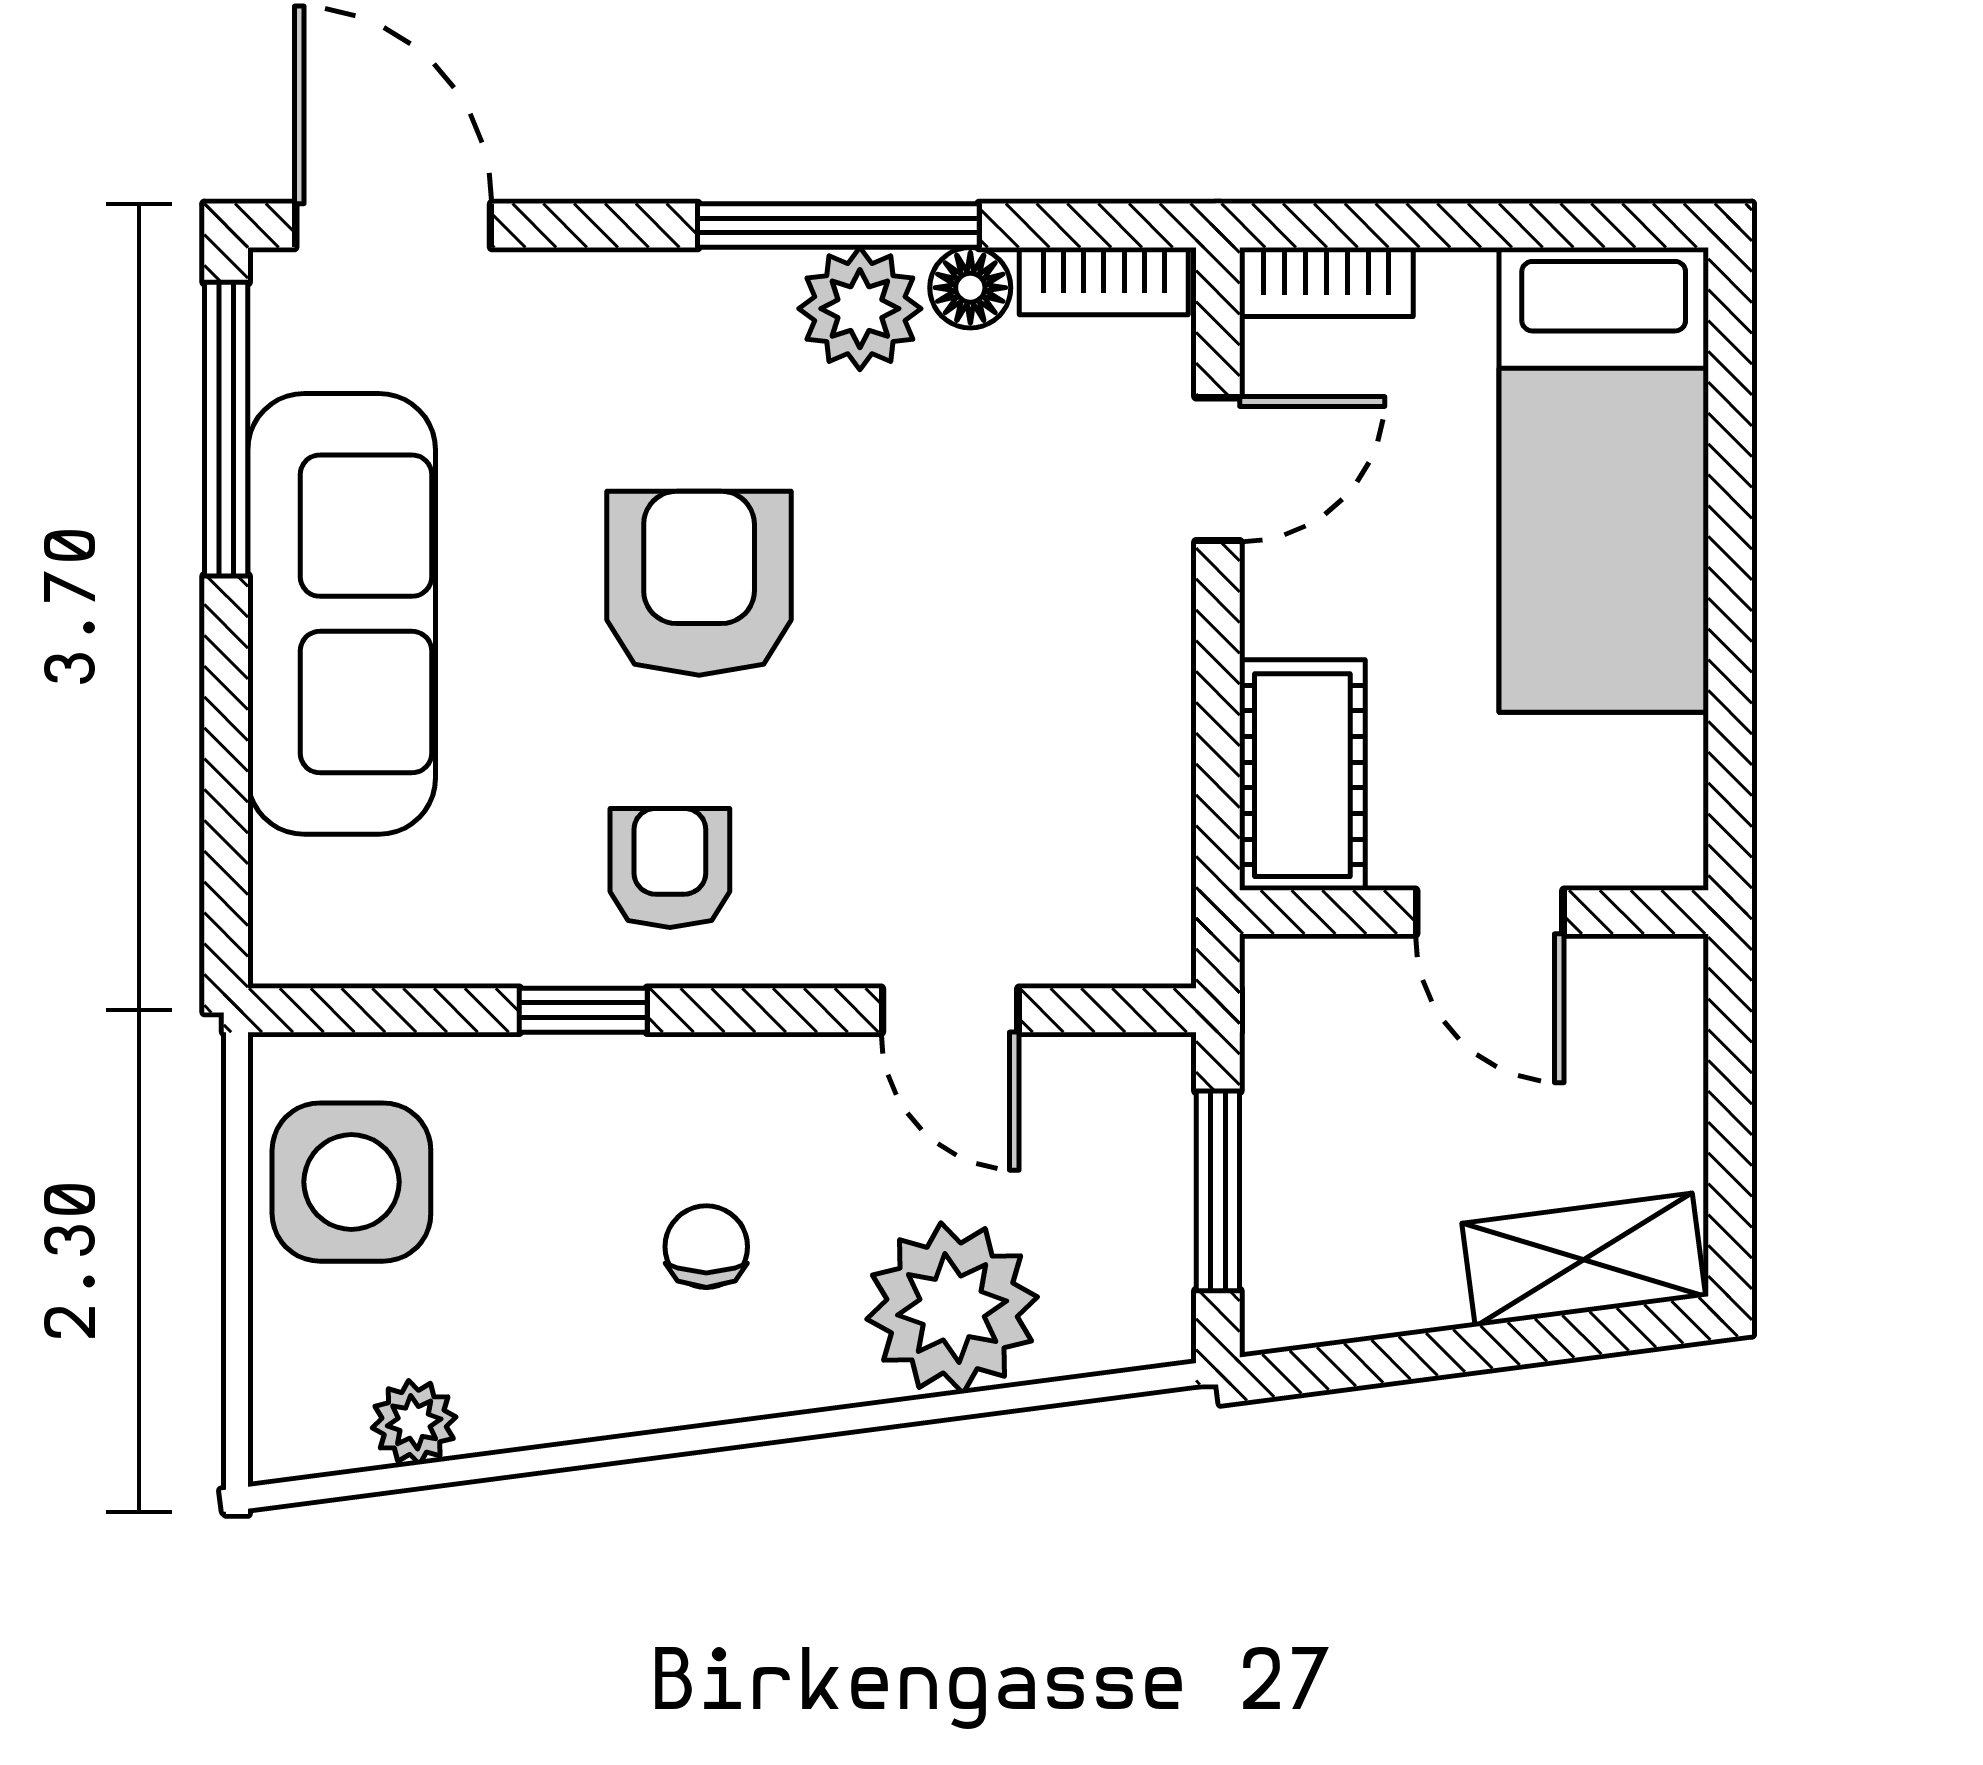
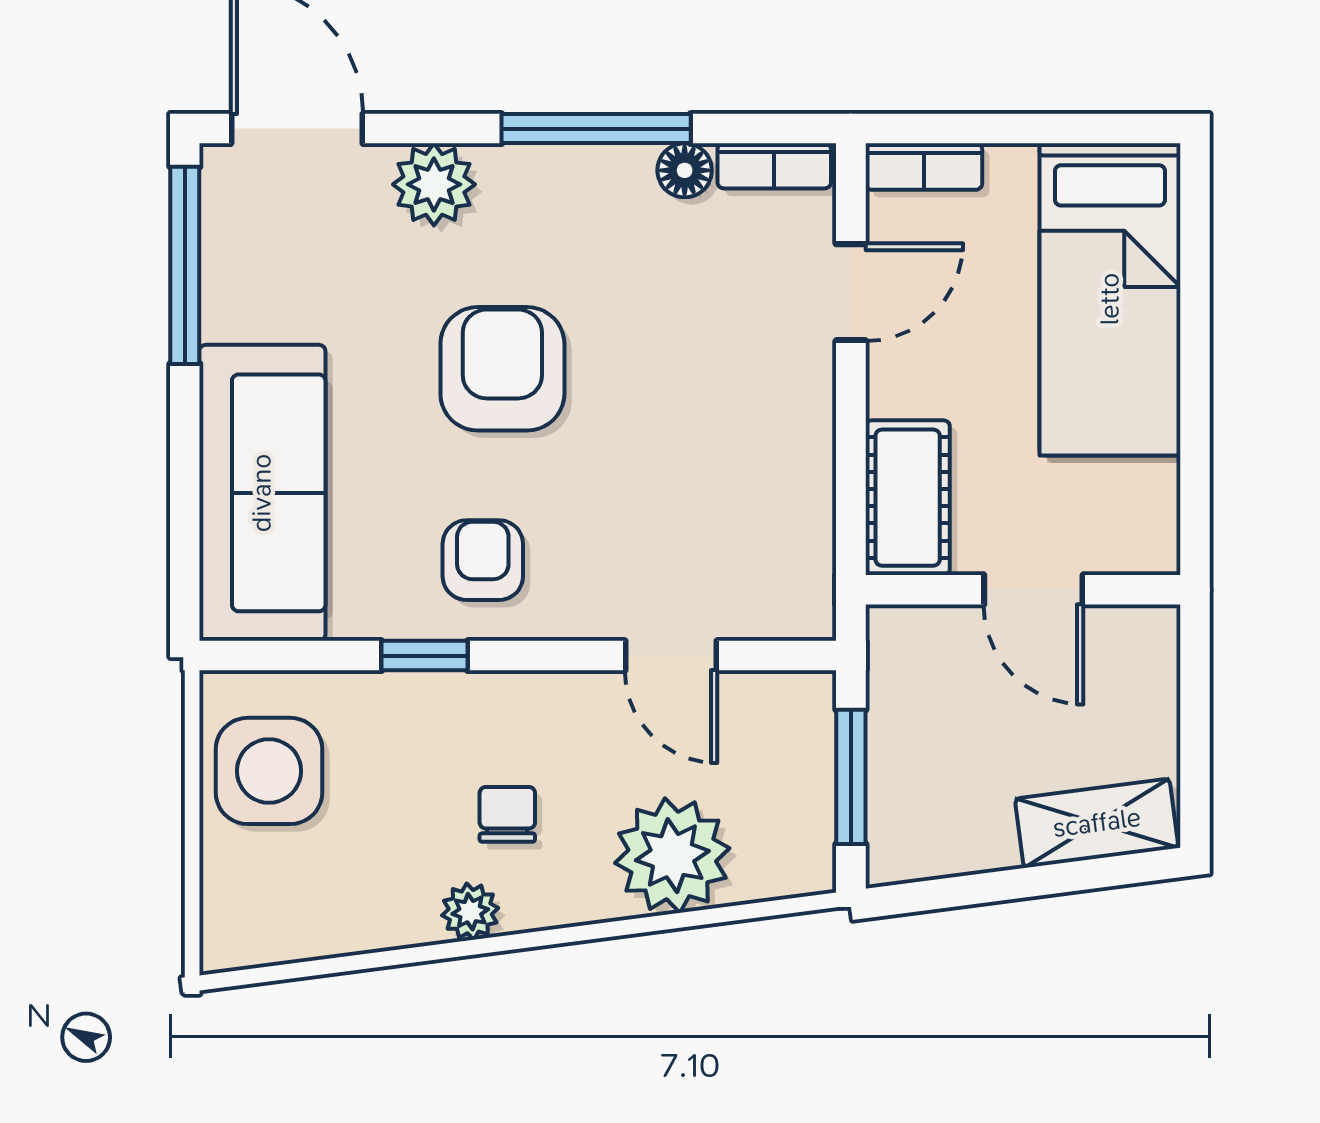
plant: (860, 309) -> (434, 184), moved
sofa: (342, 614) -> (262, 493), moved
plant: (414, 1422) -> (470, 912), moved

